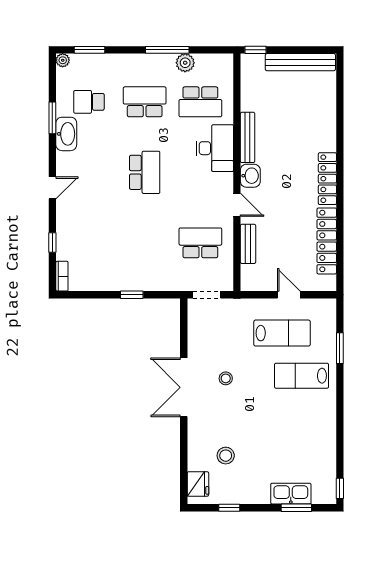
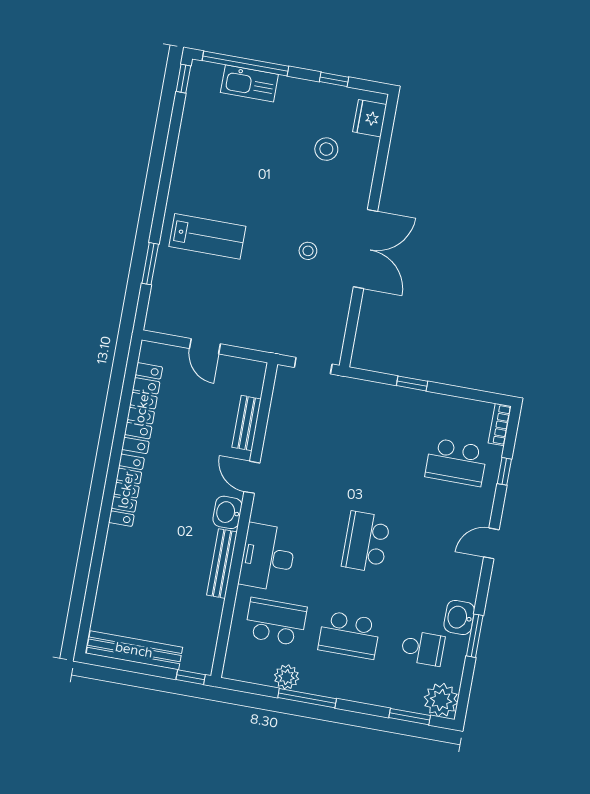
plant: (63, 60) -> (441, 700), width x1.88, depth x1.88
washbasin: (66, 134) -> (459, 617), width x0.72
school desk: (200, 243) -> (456, 462), moved
lab bench: (282, 333) -> (223, 297), removed
window: (296, 508) -> (245, 63), width x2.11

